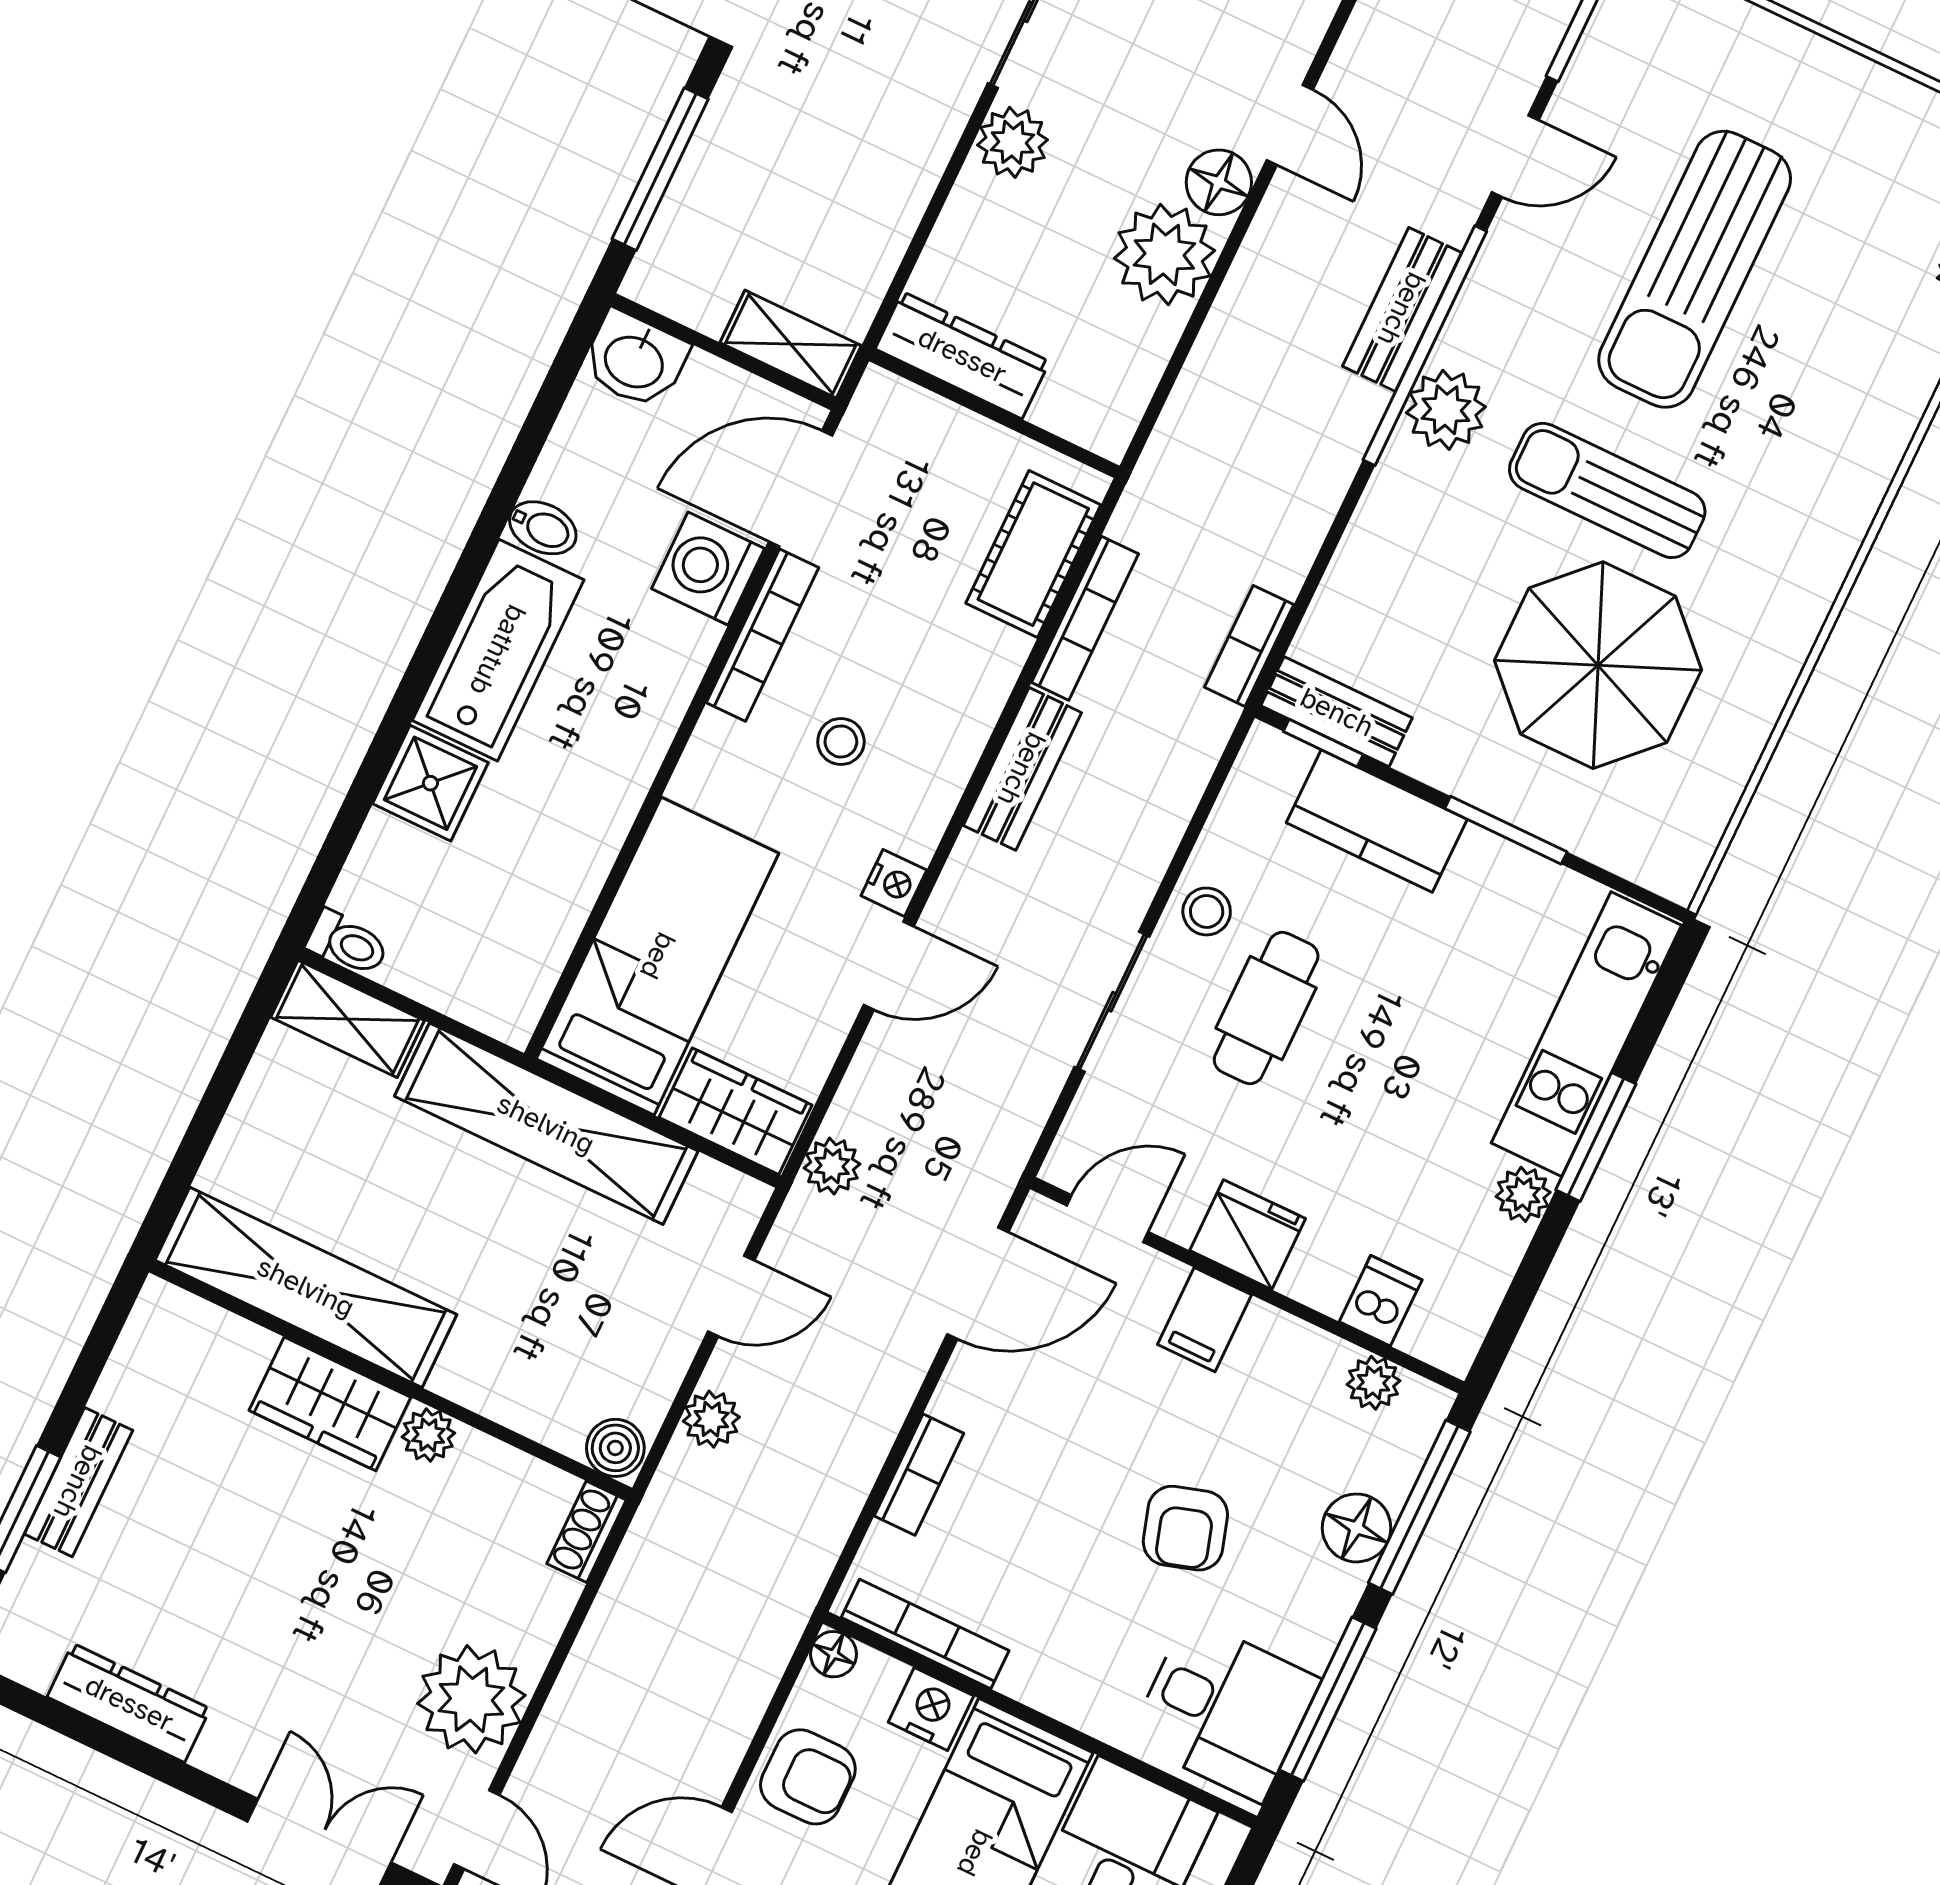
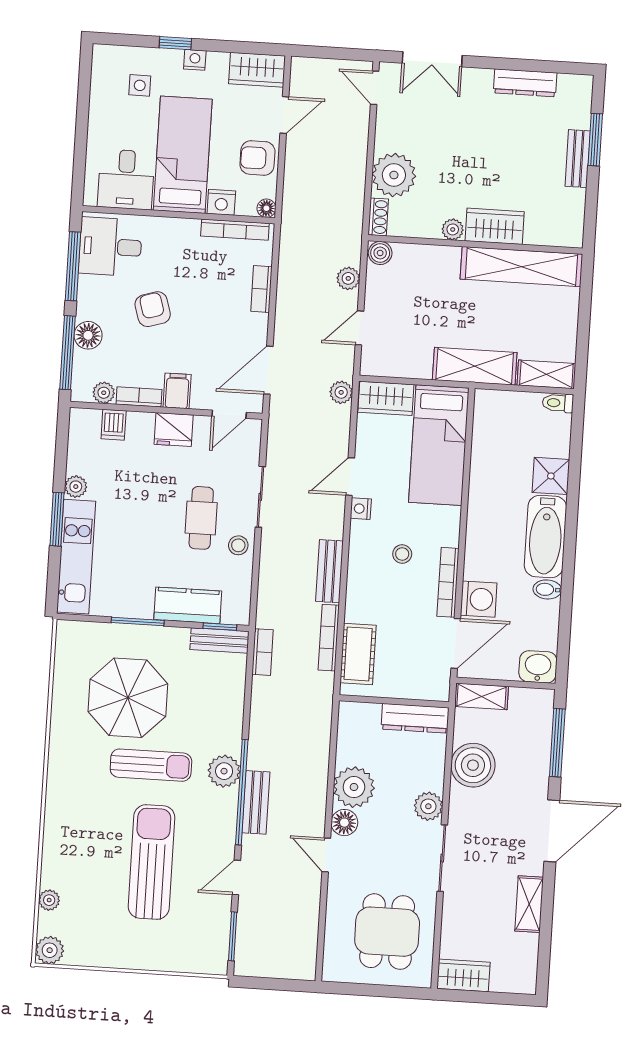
boiler: (873, 195) -> (473, 765), added
shelving: (546, 1124) -> (475, 366), width x0.68
bookcase: (1297, 1341) -> (139, 397), added
plant: (471, 1699) -> (394, 175), moved

